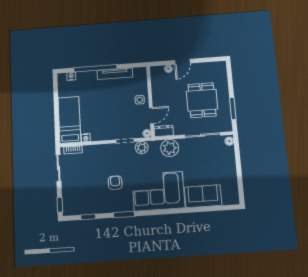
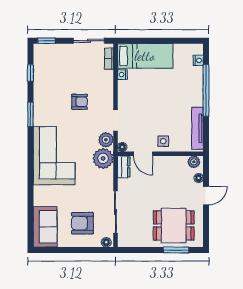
door: (182, 62) -> (206, 196), swing flipped
tv unit: (115, 74) -> (197, 128), moved
plant: (155, 74) -> (194, 162), added
dining table: (202, 100) -> (174, 225), moved
window: (233, 108) -> (176, 250), moved
plant: (170, 148) -> (103, 158), moved
armchair: (215, 163) -> (82, 223), added
armchair: (115, 183) -> (79, 102), moved
sofa: (203, 196) -> (45, 227), moved

